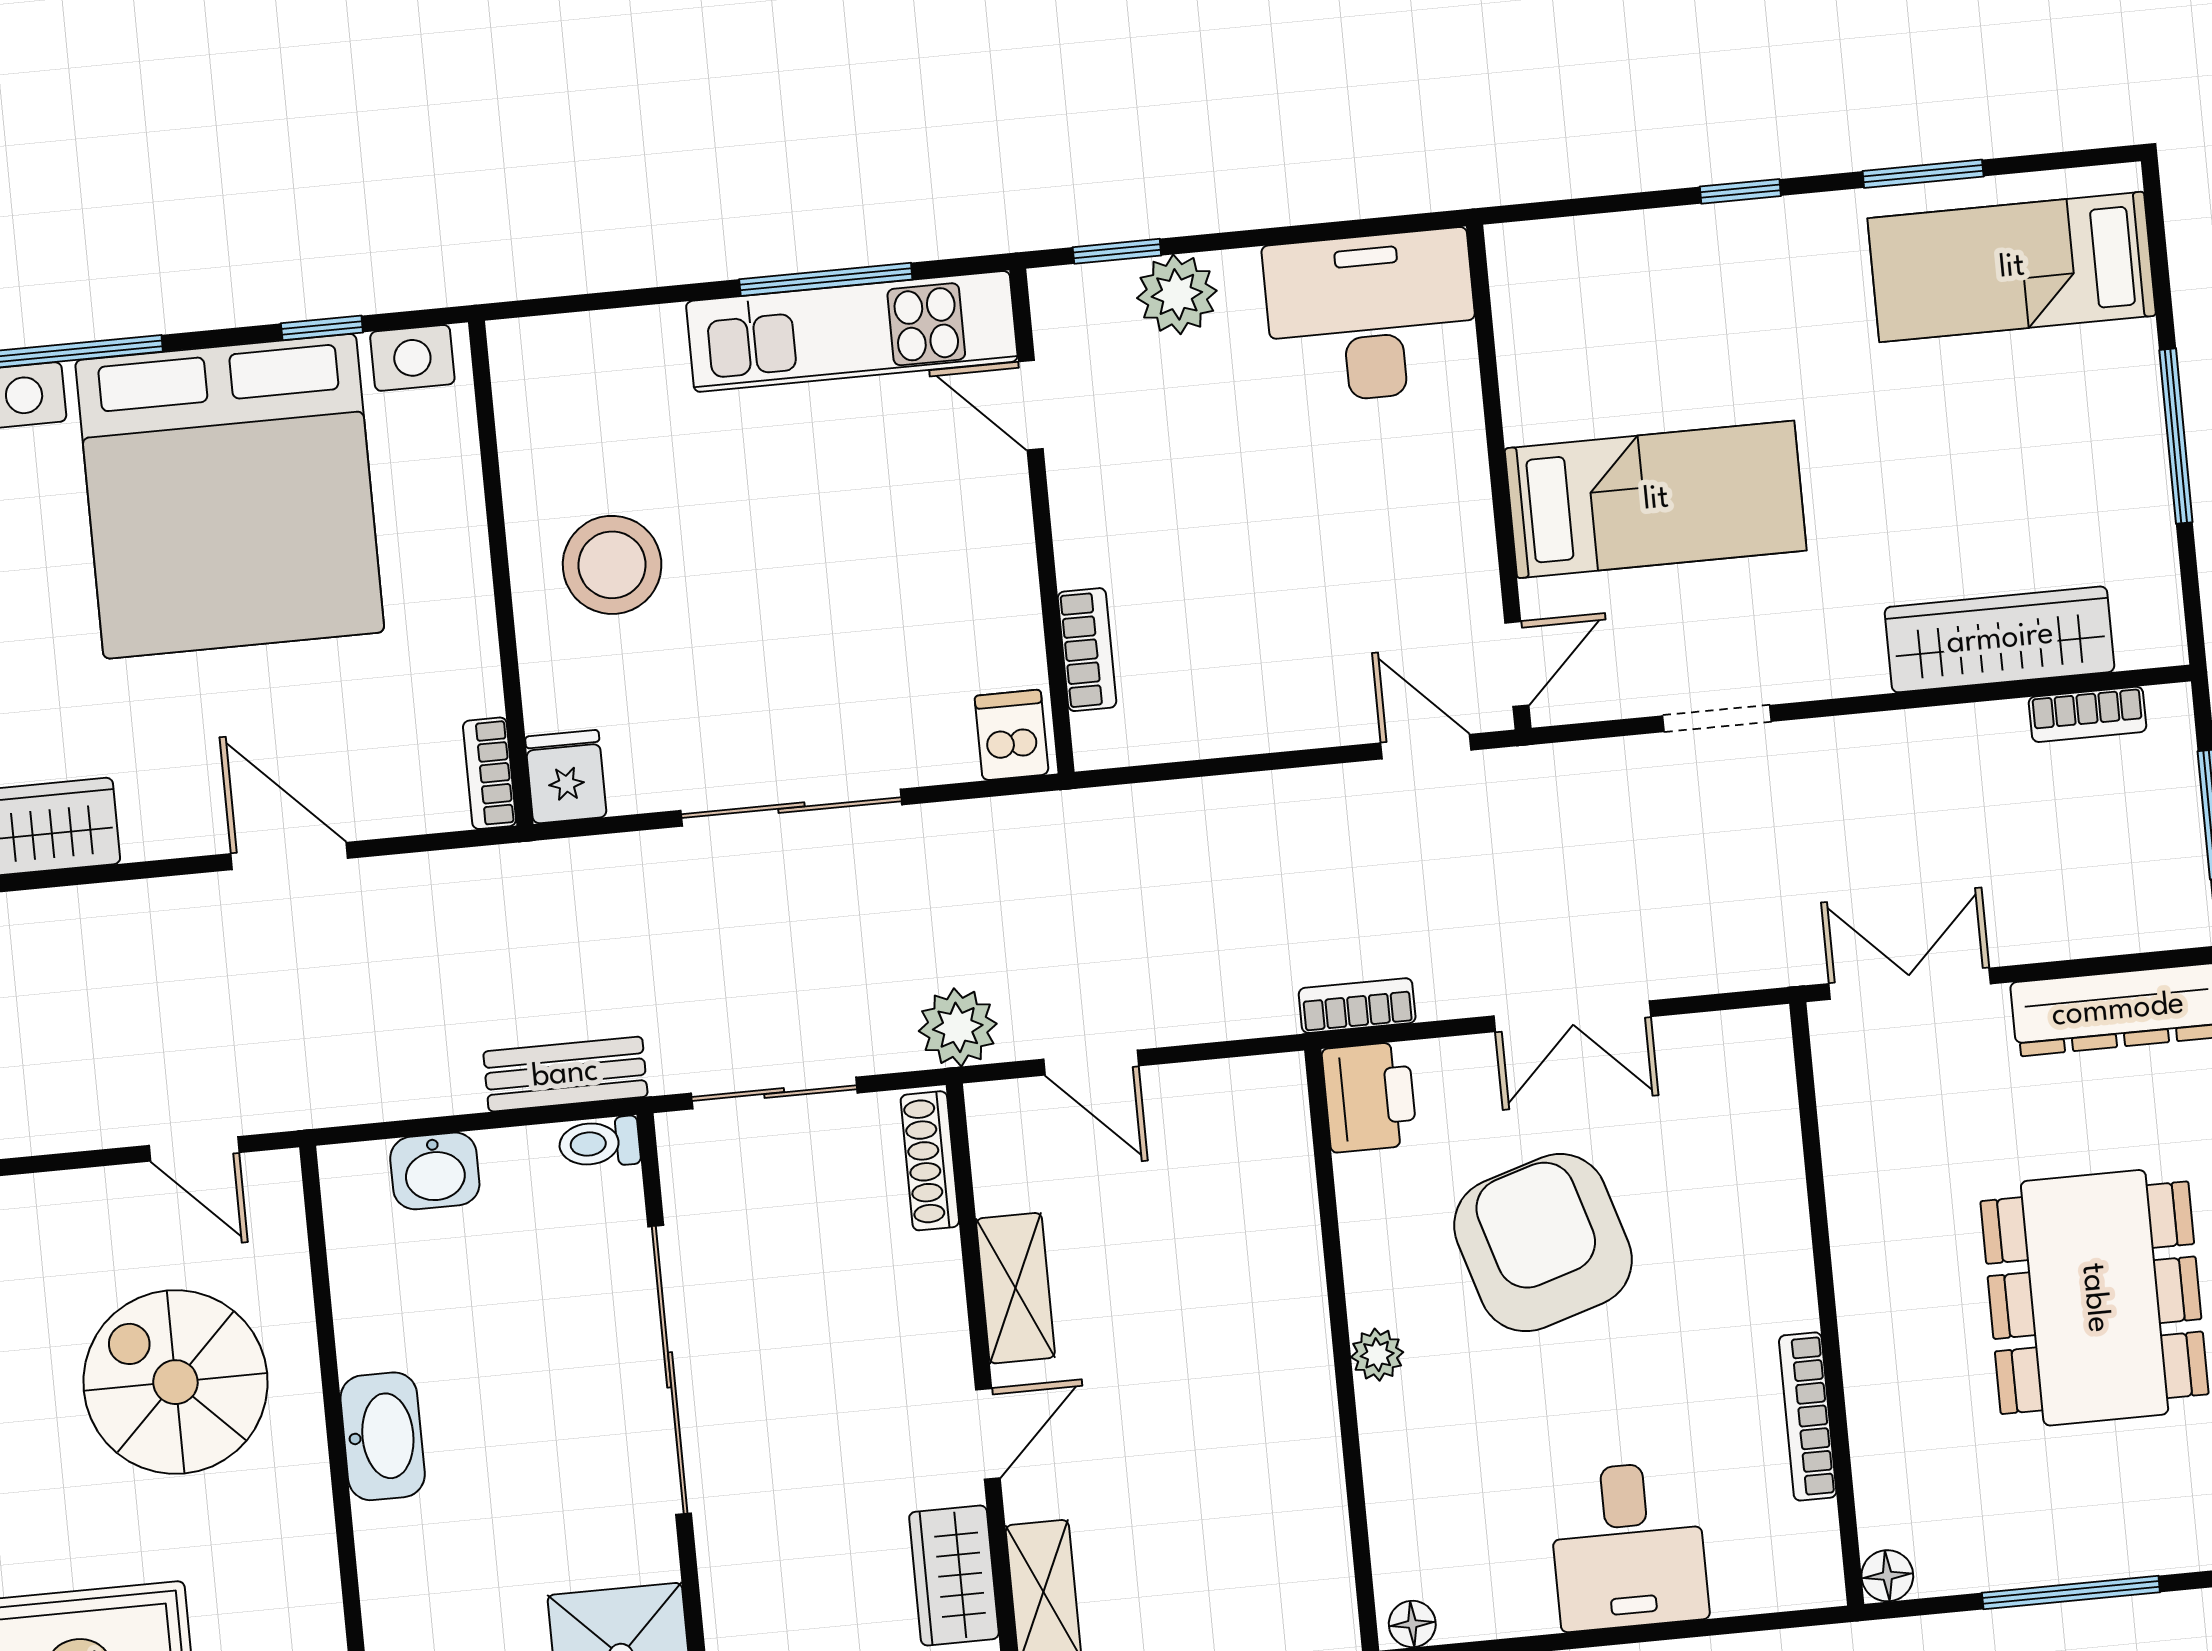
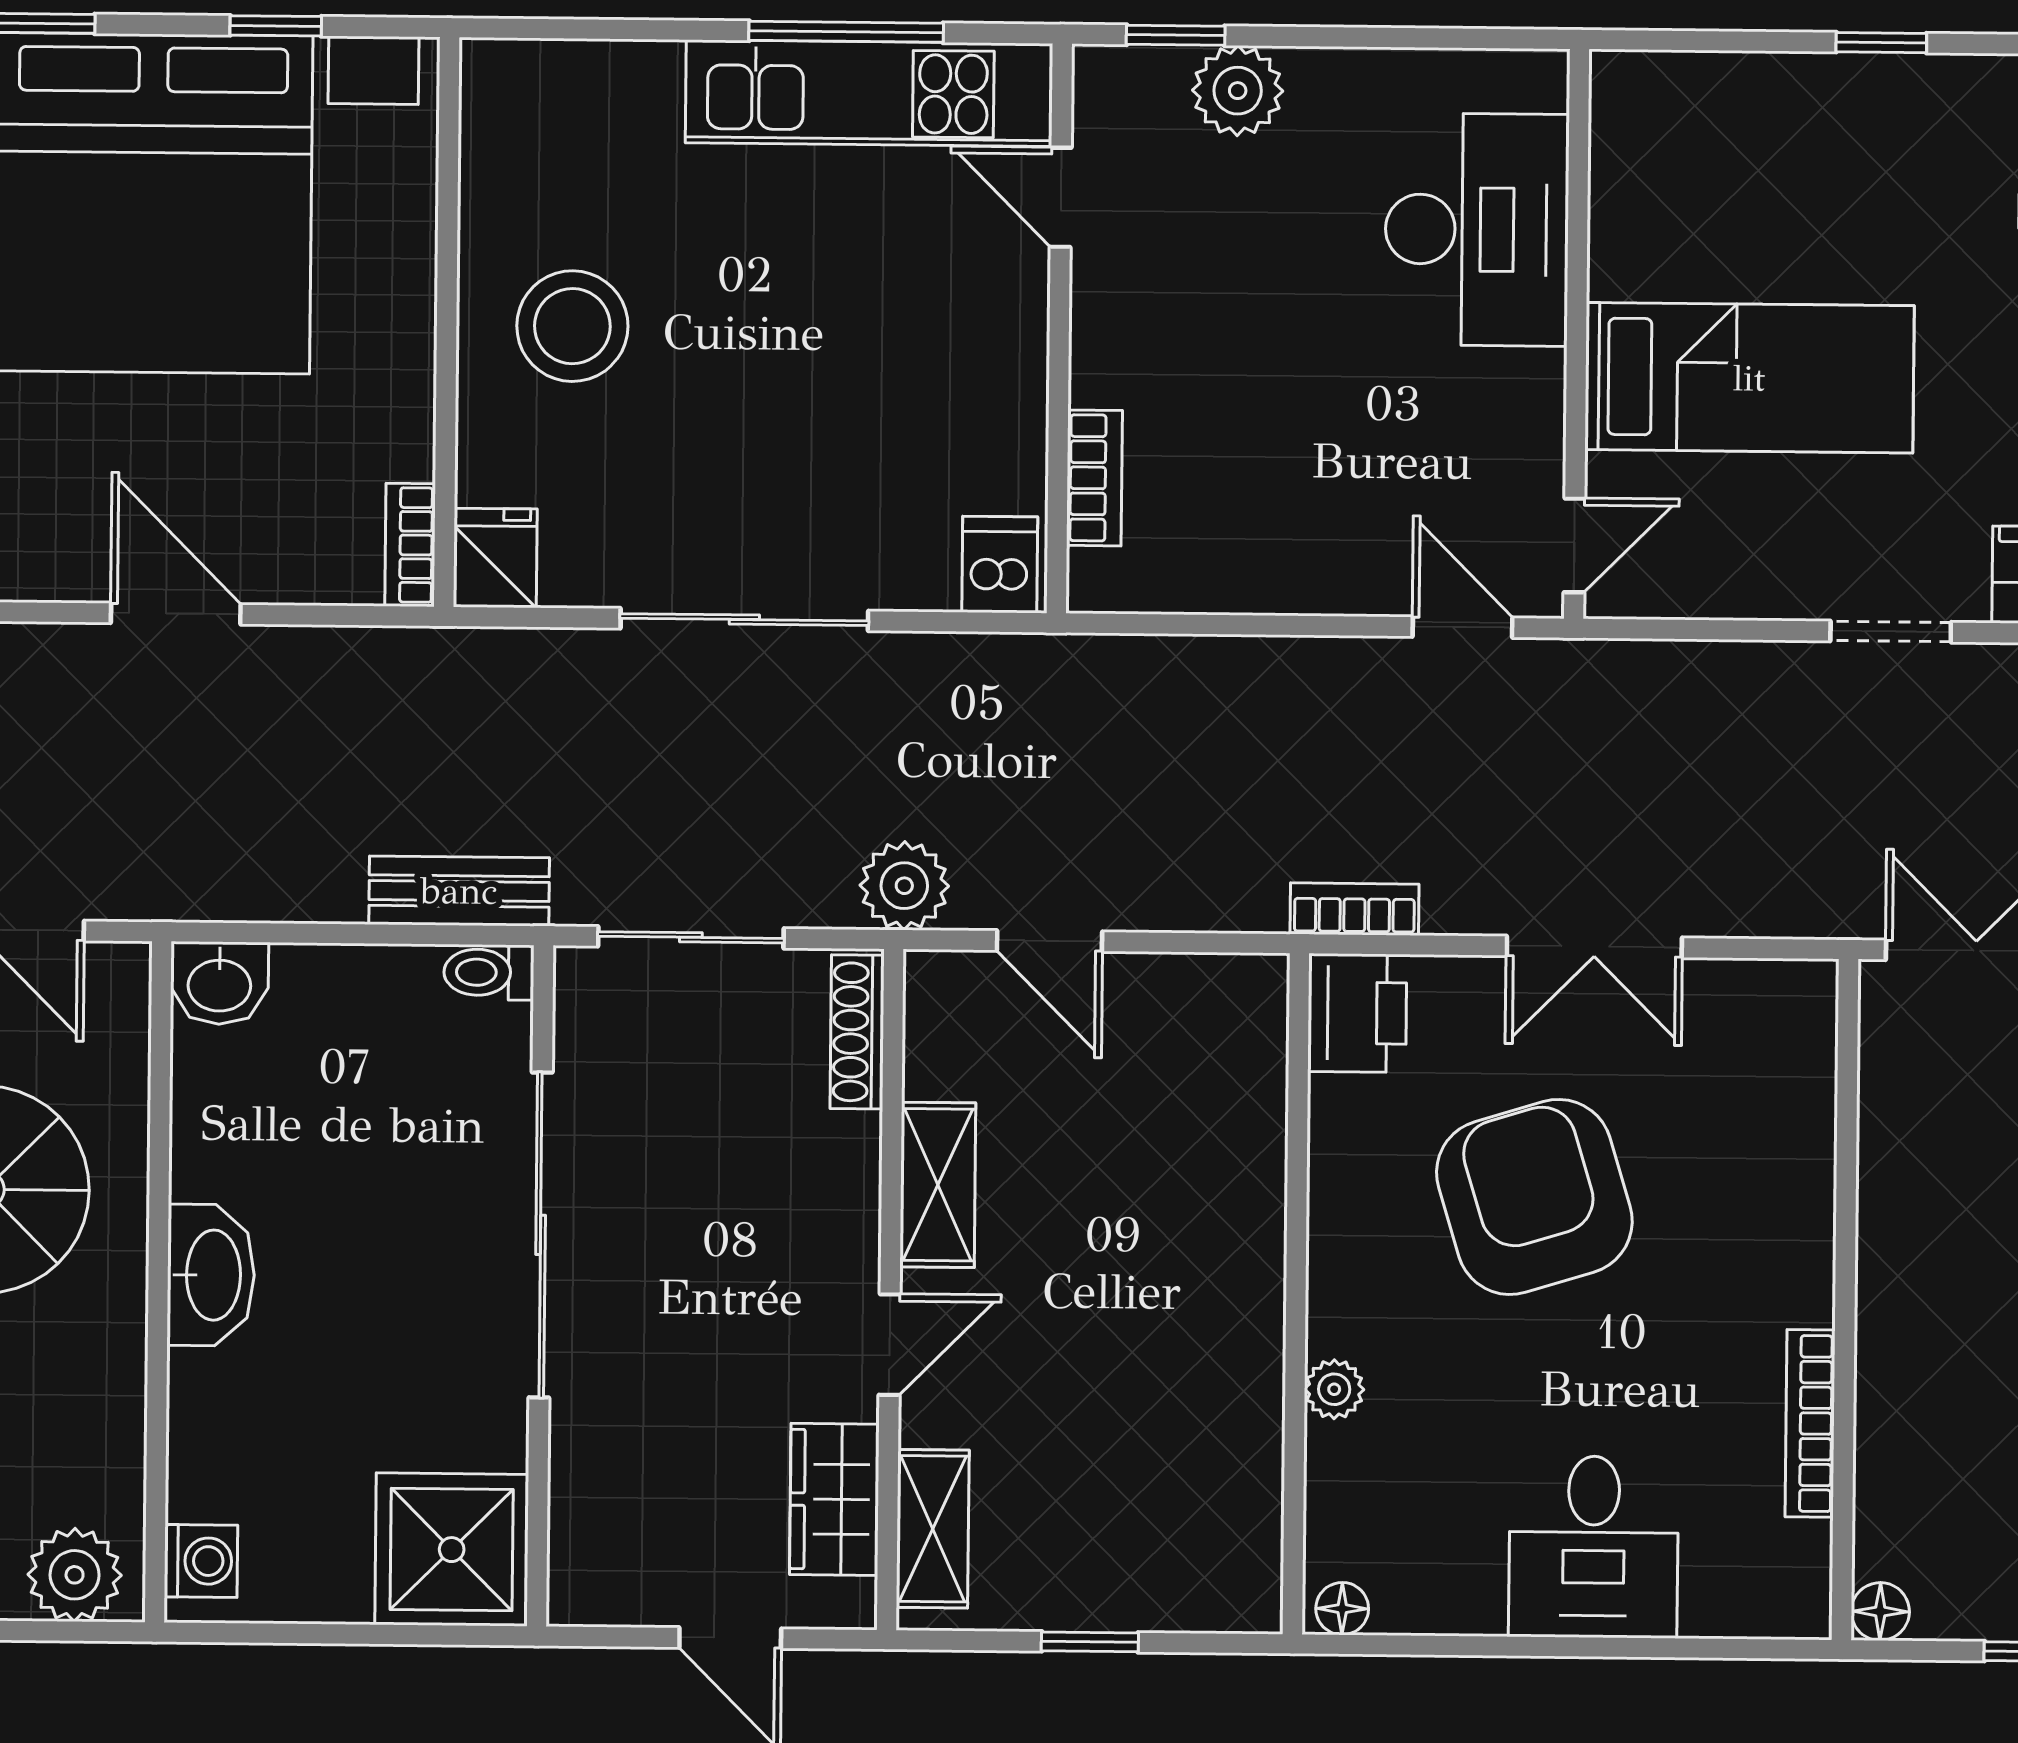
desk: (1371, 317) -> (1477, 230), moved, turned 90
doorway: (1717, 719) -> (1891, 632), moved
washbasin: (435, 1171) -> (219, 983), moved
plant: (1377, 1355) -> (1334, 1389), moved

